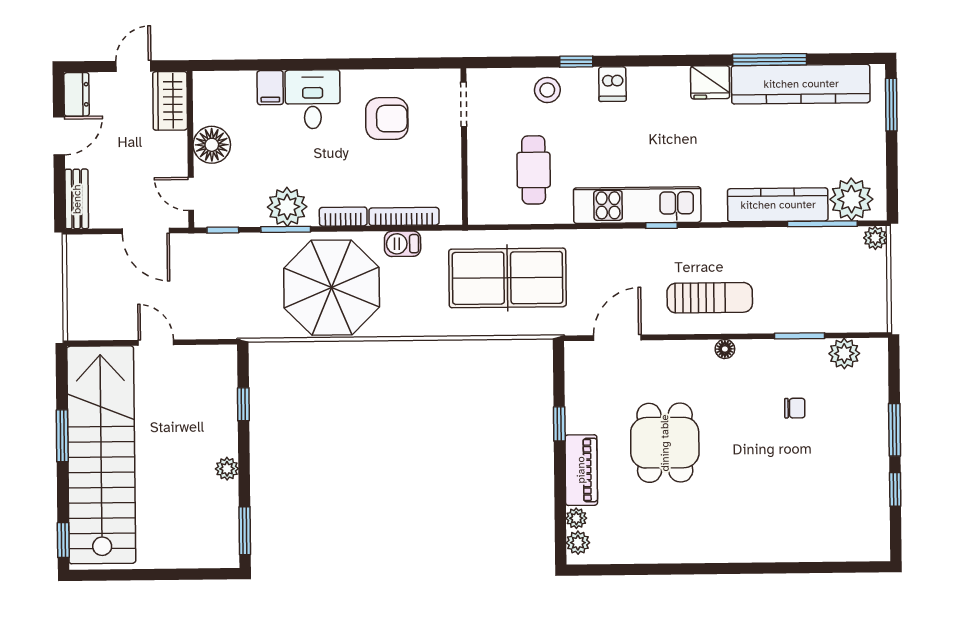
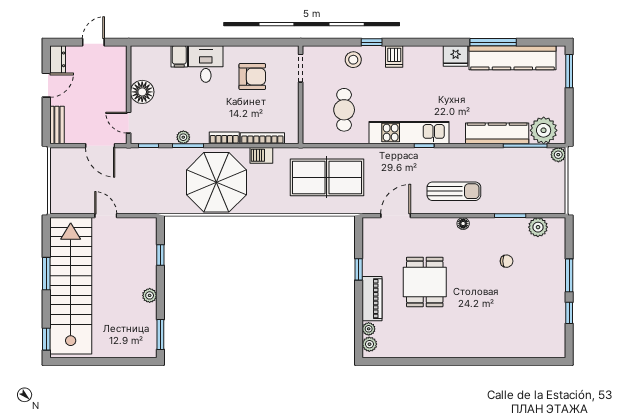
wardrobe: (170, 101) -> (116, 64), removed
plant: (287, 207) -> (183, 137), width x0.53, depth x0.53

